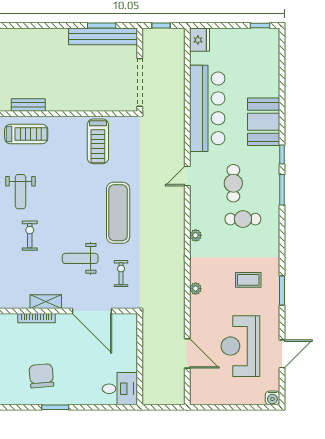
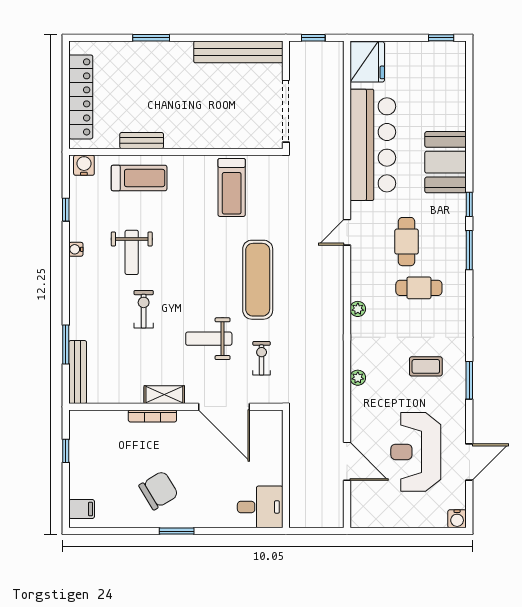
window: (102, 25) -> (151, 38), moved
fridge: (199, 40) -> (367, 62), width x1.36, depth x1.34
chair: (41, 376) -> (159, 490), turned 64

